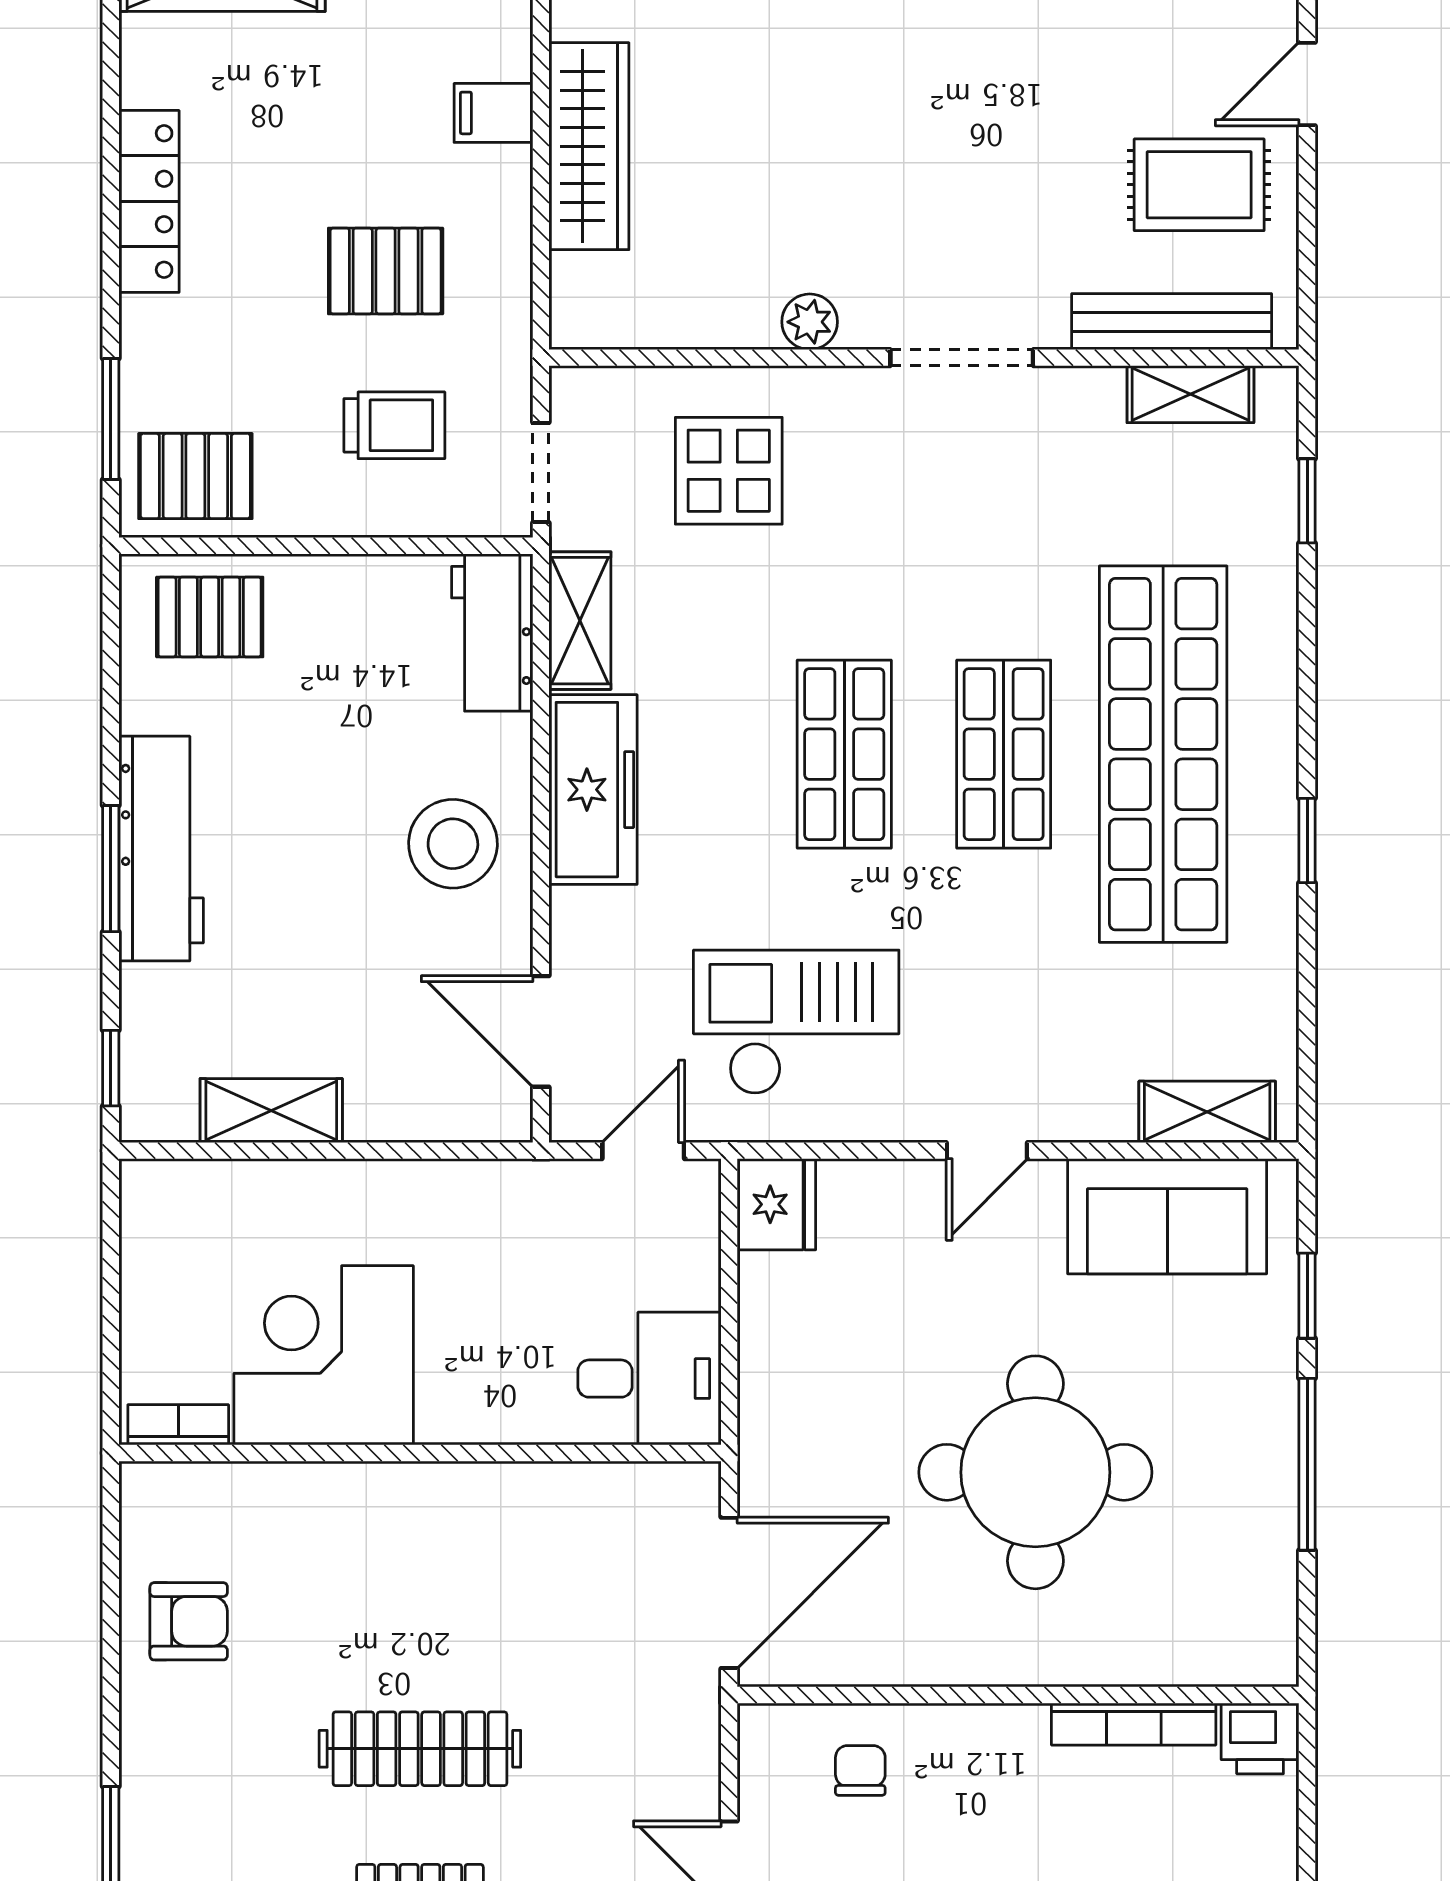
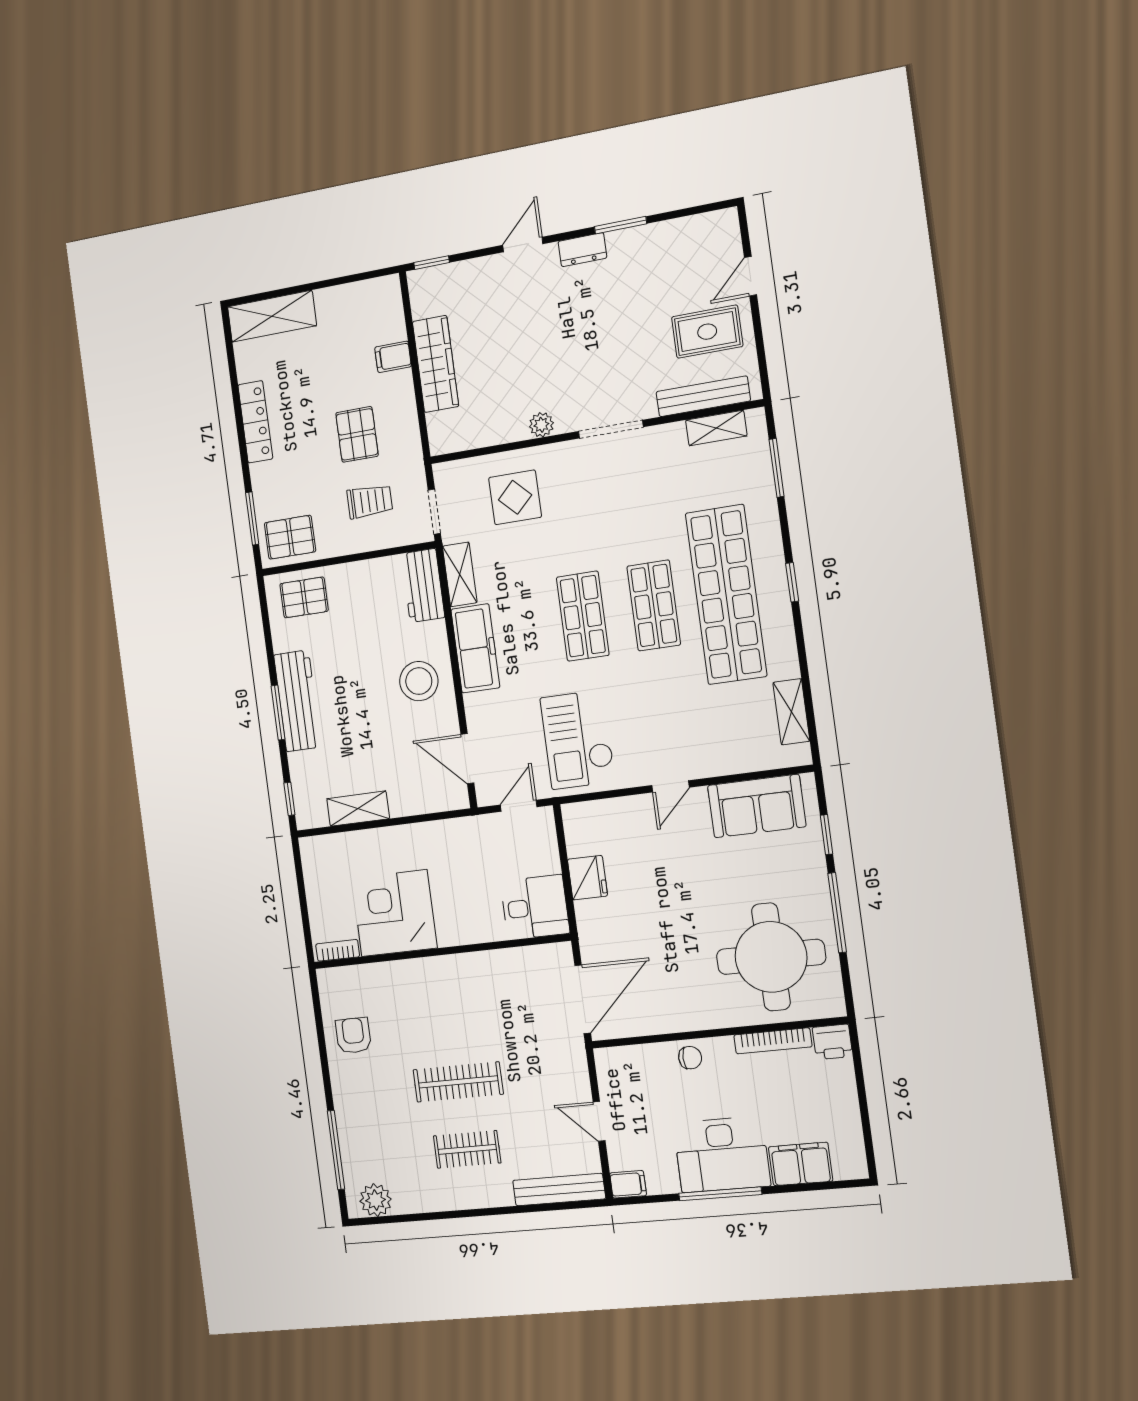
pallet: (386, 271) -> (357, 434), turned 90
window: (1307, 501) -> (777, 468), width x1.50
window: (1307, 840) -> (792, 582), moved
checkout: (796, 1022) -> (578, 740), turned -90
shelving: (1207, 1112) -> (791, 712), moved, turned 90
fridge: (776, 1204) -> (587, 878), moved
round table: (1035, 1472) -> (771, 957), moved
armchair: (189, 1621) -> (353, 1035), turned -90
chair: (860, 1770) -> (690, 1058), moved, turned 90

